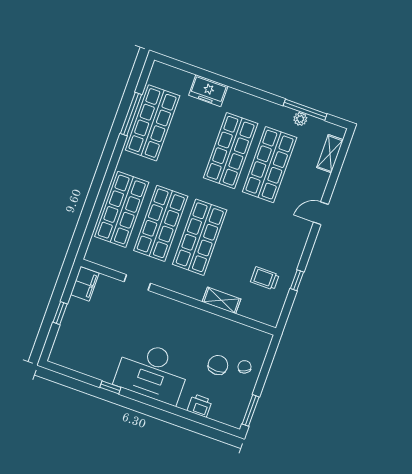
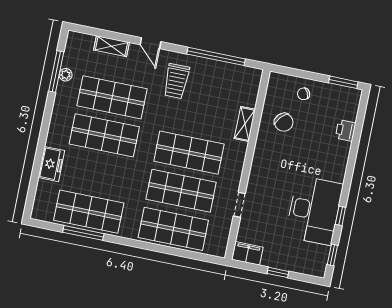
shelving: (330, 154) -> (112, 46), moved
trolley: (265, 278) -> (176, 81), moved, width x1.36, depth x1.39
window: (297, 280) -> (216, 56), width x3.17
chair: (218, 365) -> (284, 122), moved, turned -138
desk: (152, 372) -> (314, 210), moved
window: (70, 373) -> (332, 255), added

